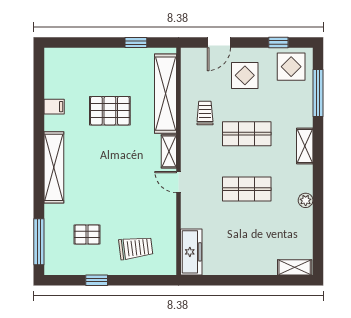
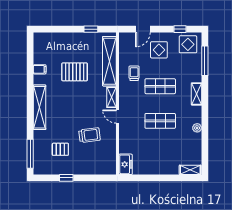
trolley: (136, 248) -> (89, 135), moved
freezer: (191, 252) -> (126, 164), width x0.71

